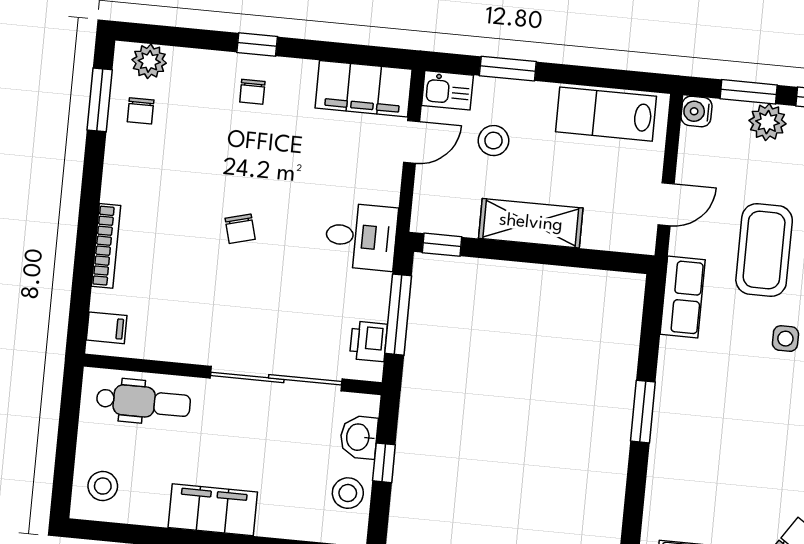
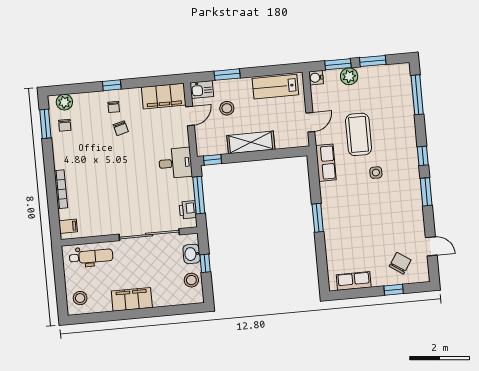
chair: (240, 229) -> (121, 128), moved

